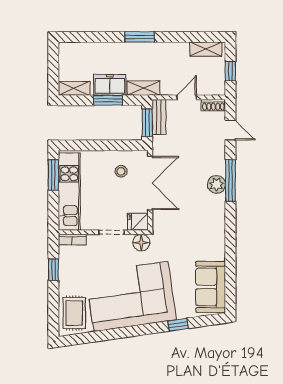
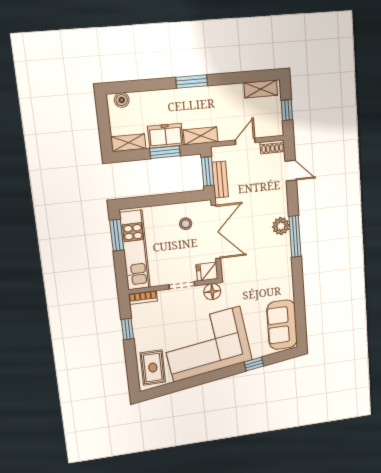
boiler: (72, 49) -> (122, 100), added
bench: (159, 117) -> (220, 180), moved
window: (230, 180) -> (295, 236), moved

